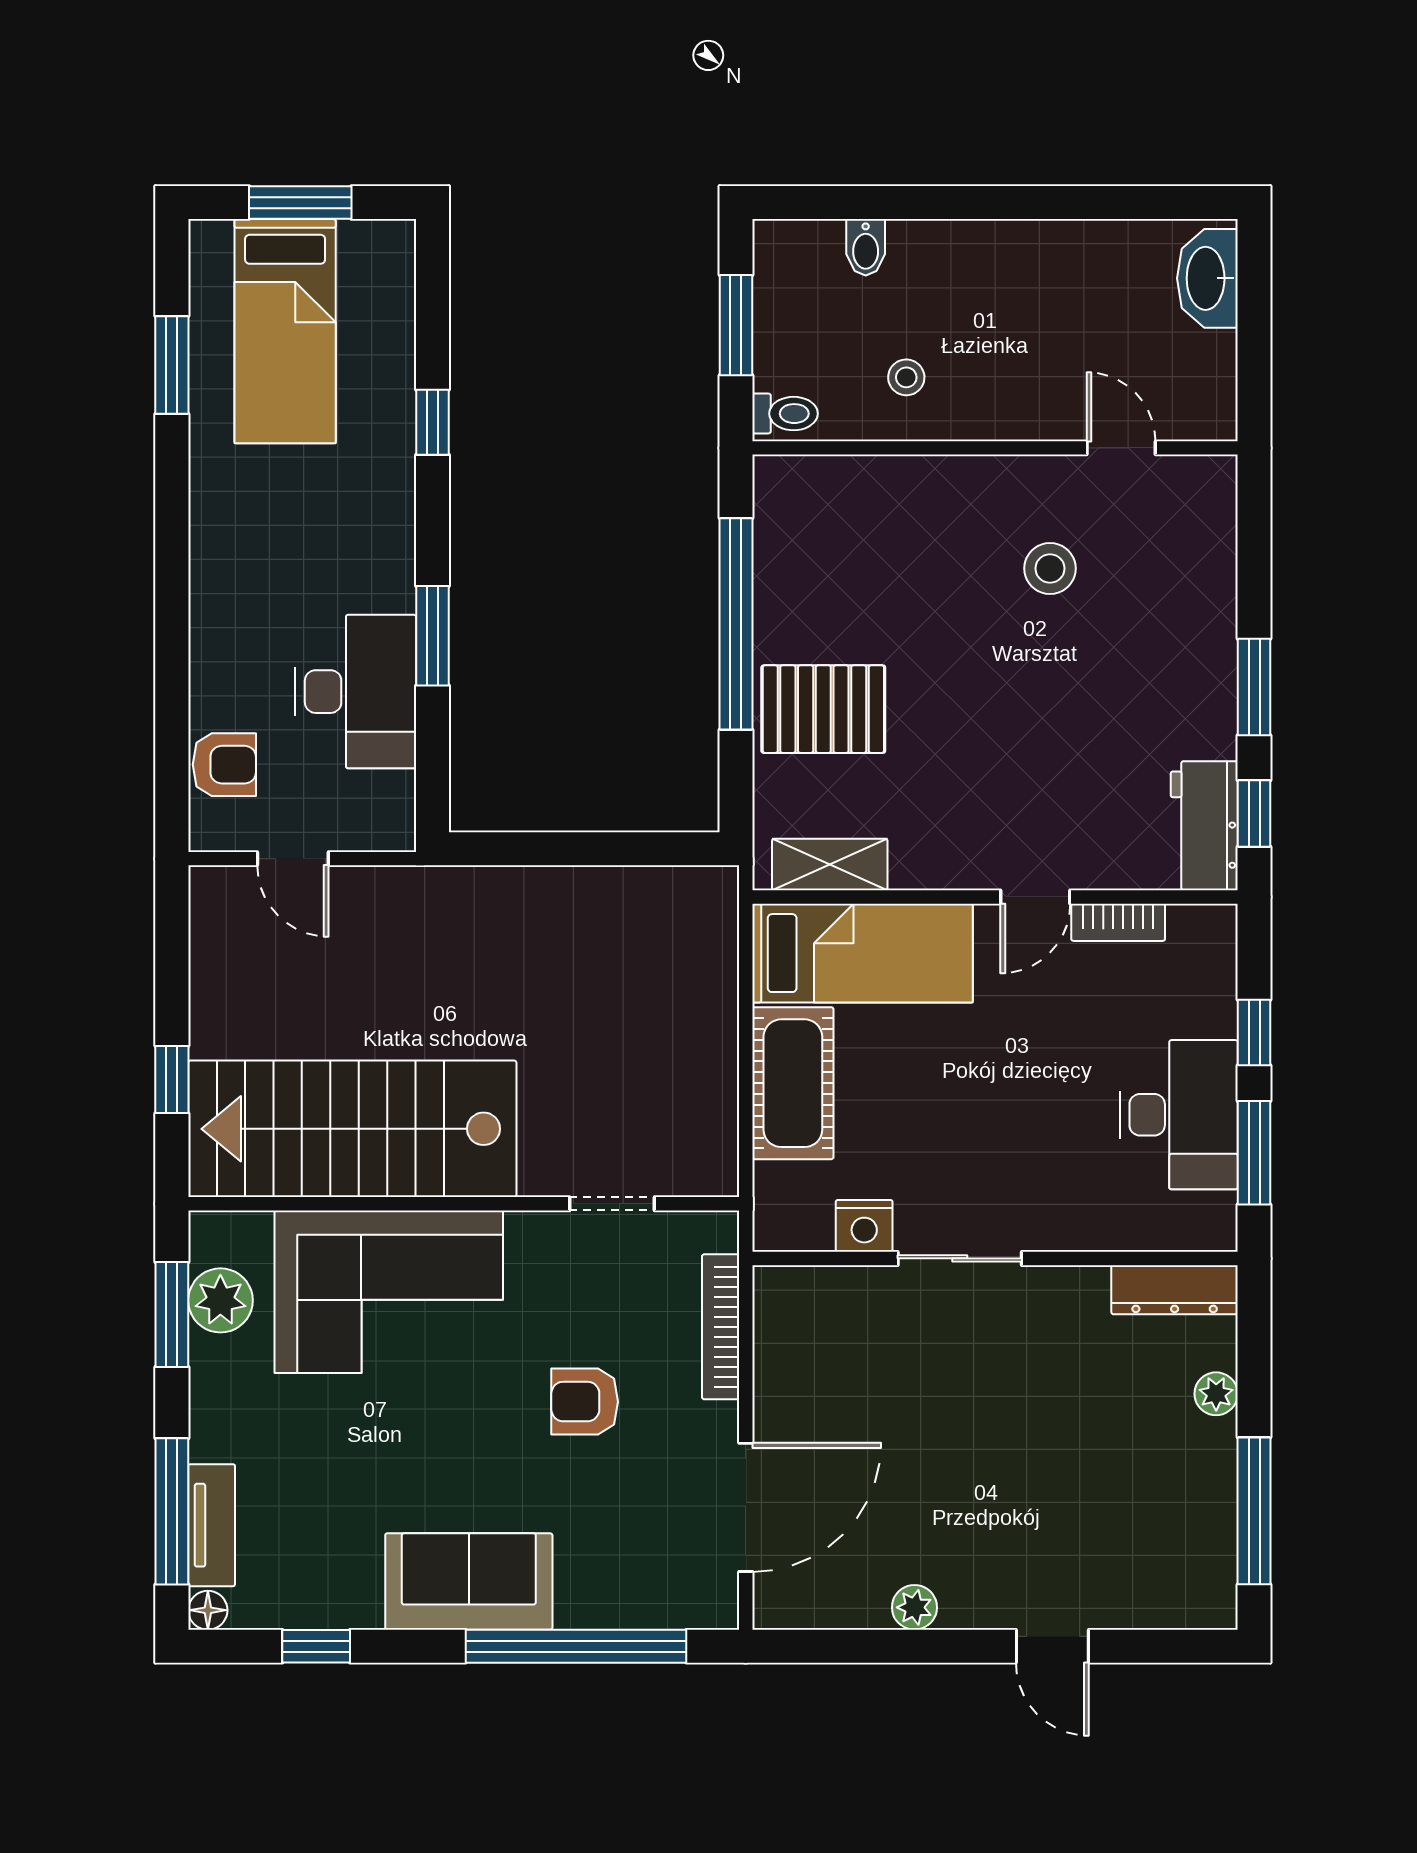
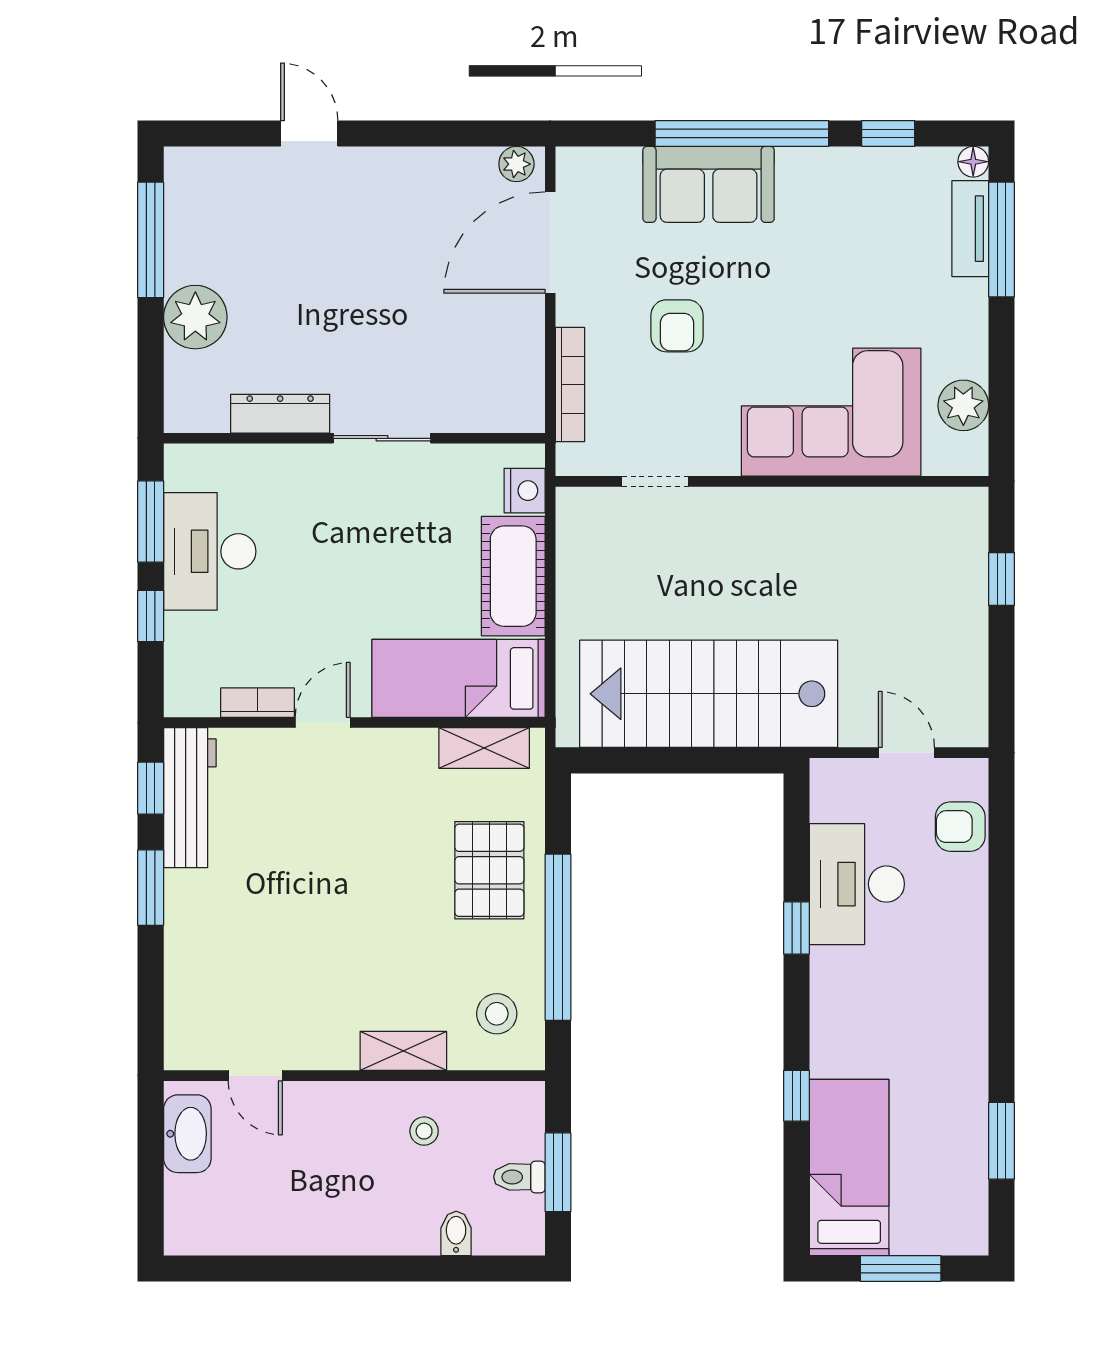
washbasin: (1207, 278) -> (187, 1134), moved
bed: (285, 331) -> (849, 1167), moved
toilet: (785, 414) -> (519, 1177), moved
shelving: (933, 479) -> (403, 1051), added
stool: (1050, 568) -> (497, 1014), moved
window: (433, 636) -> (797, 928), width x0.67
pallet: (823, 709) -> (489, 870), turned 90
workbench: (1204, 826) -> (190, 798), width x1.38
stairs: (352, 1129) -> (709, 694), moved, turned 180
nightstand: (864, 1226) -> (525, 491), moved, turned 90
dresser: (1175, 1290) -> (280, 414), moved
window: (172, 1315) -> (1002, 394), removed
plant: (1216, 1394) -> (195, 317), width x1.88, depth x1.88
armchair: (585, 1402) -> (677, 326), turned 90
sofa: (469, 1581) -> (709, 184), moved
plant: (914, 1607) -> (516, 164), moved
window: (576, 1646) -> (742, 133), moved

